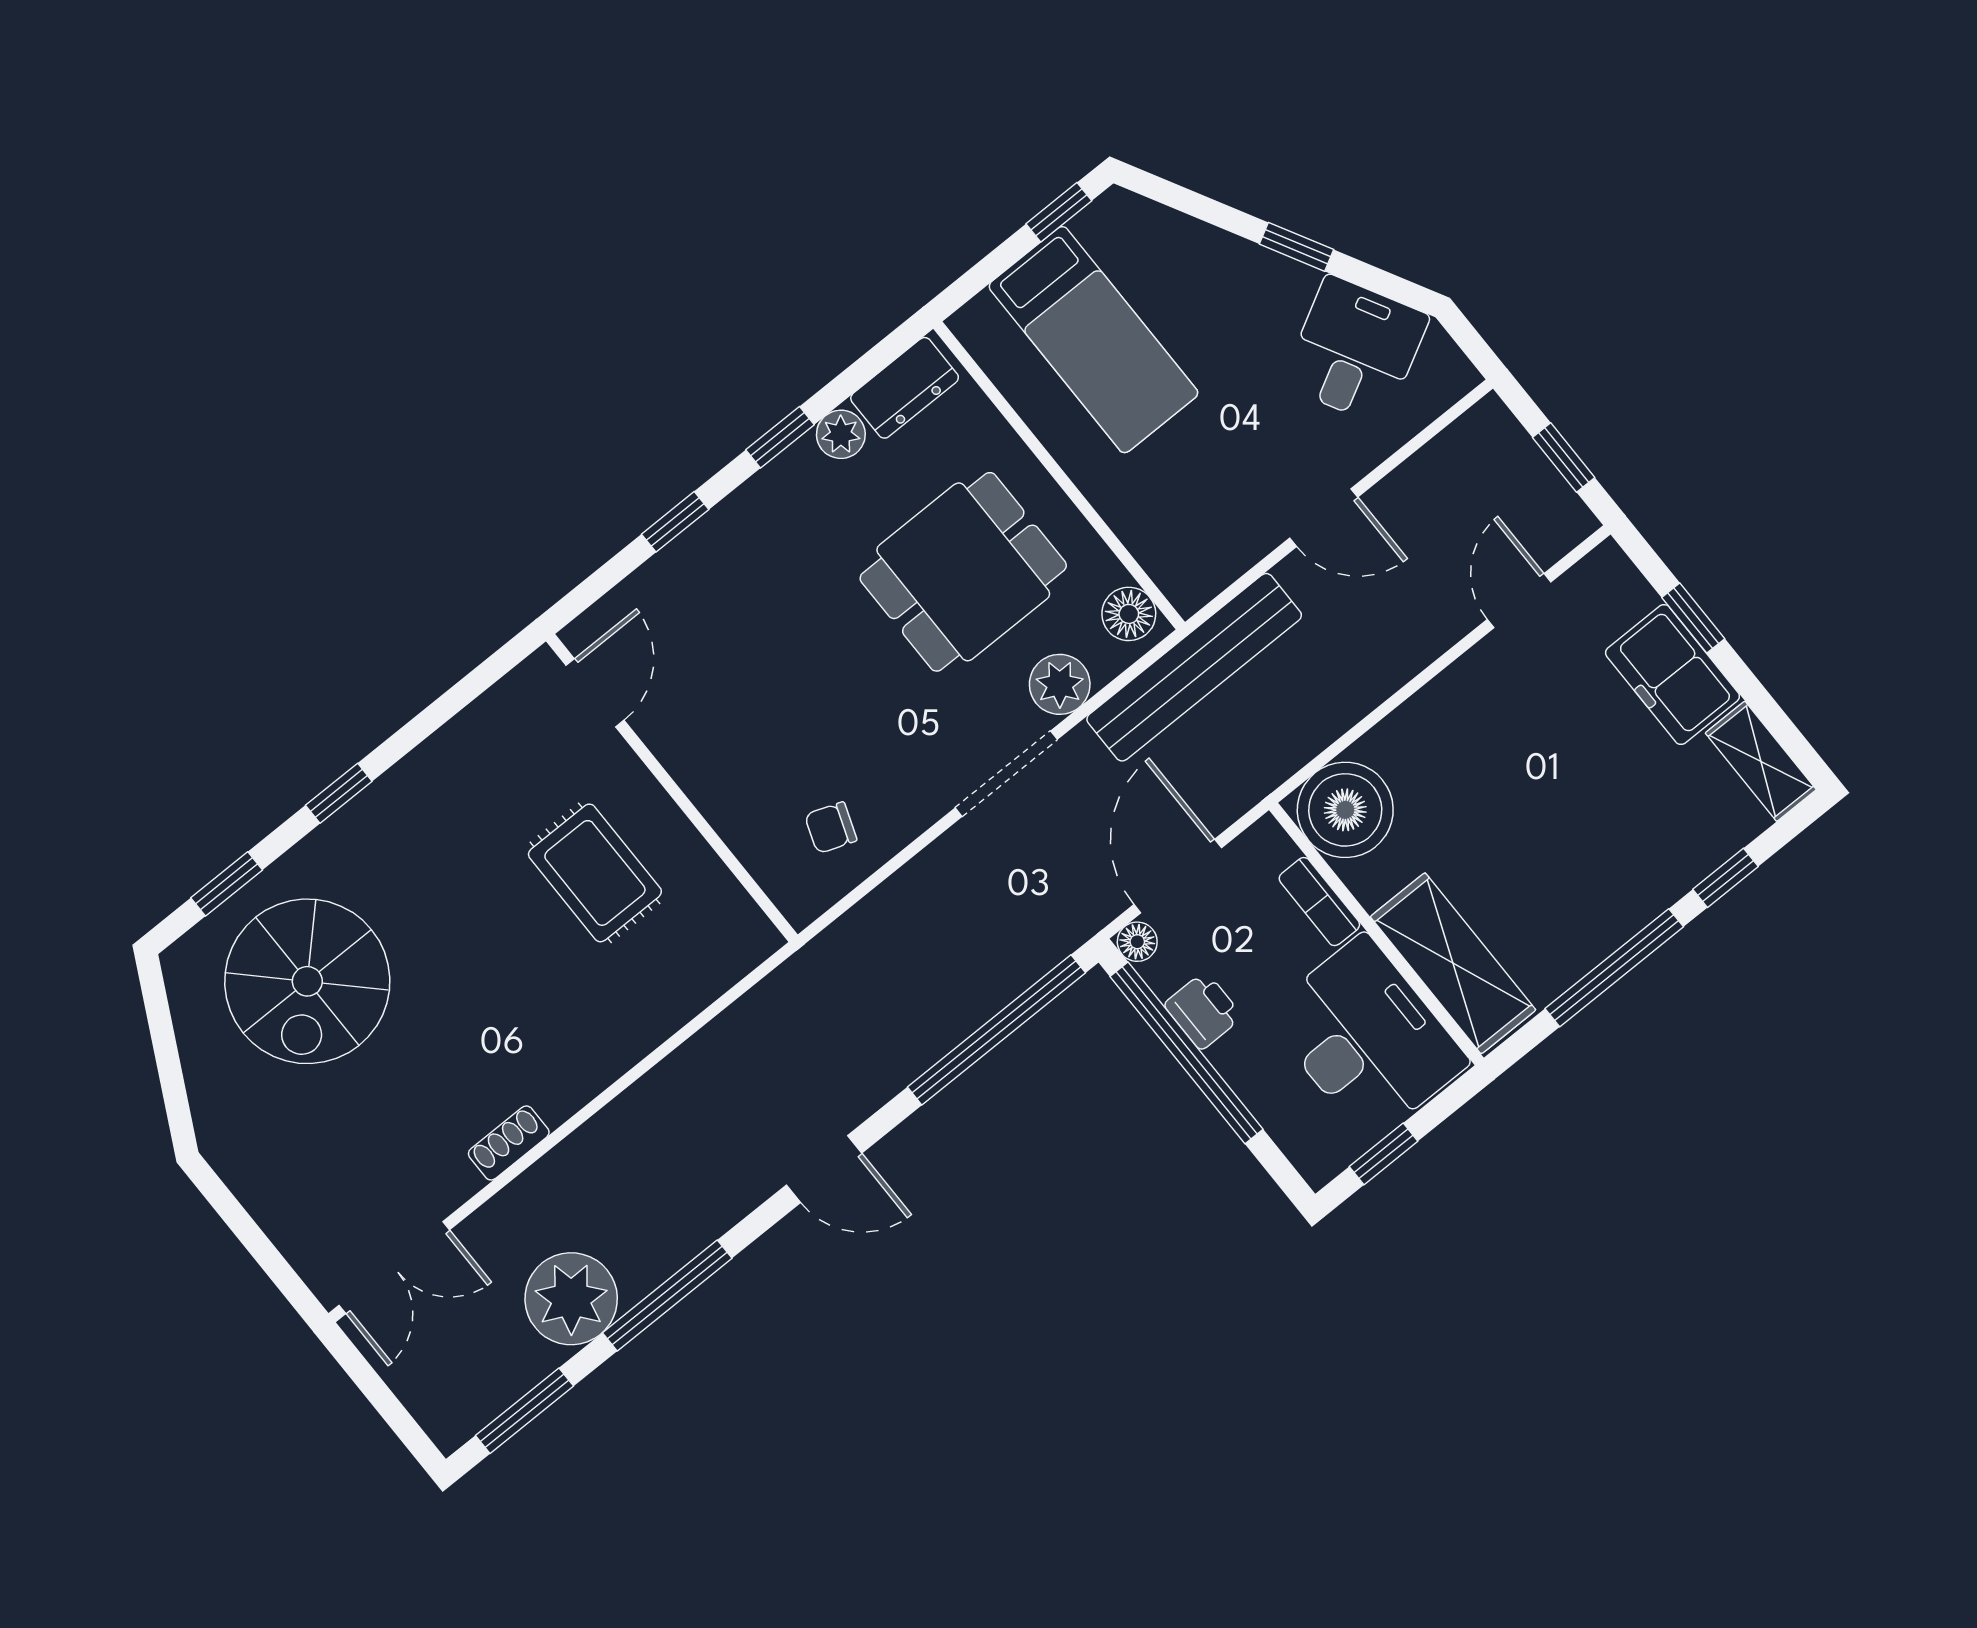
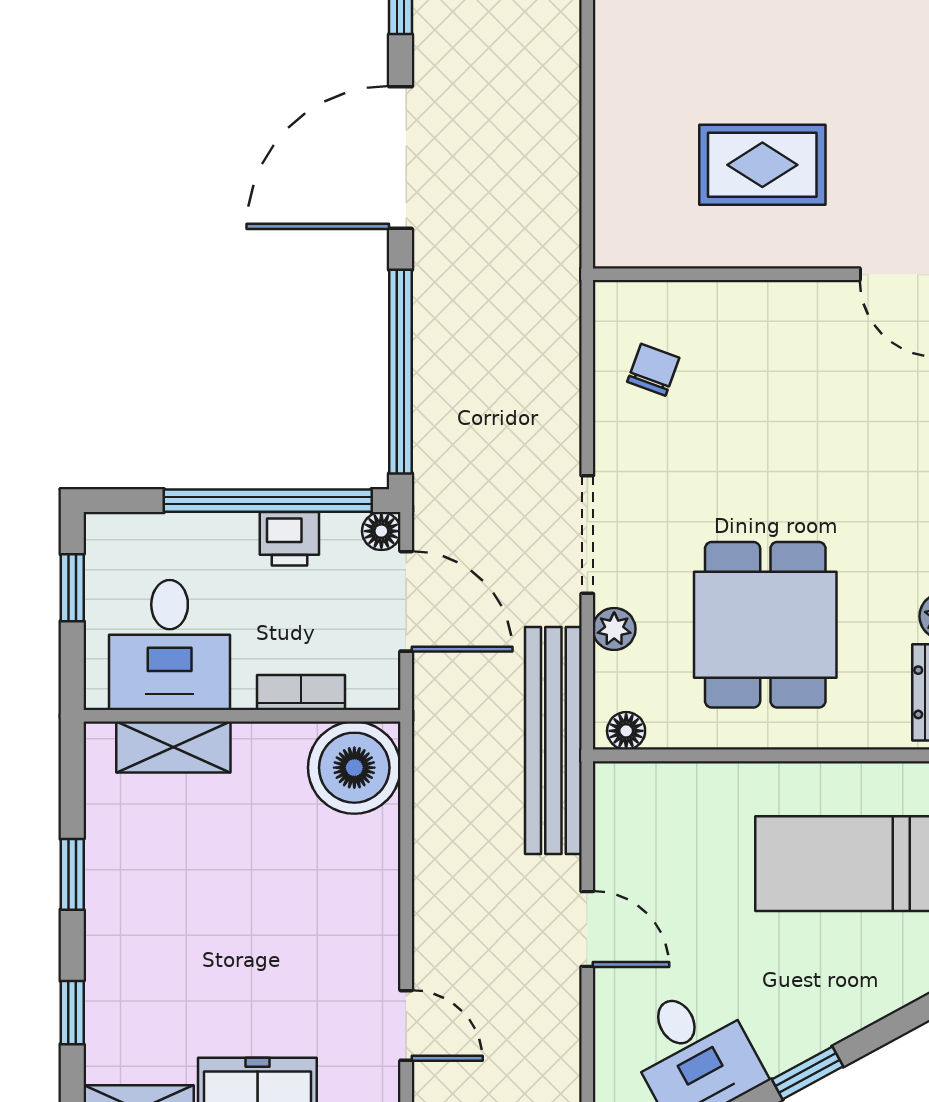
door: (1324, 518) -> (587, 929), swing flipped
floor lamp: (1129, 614) -> (626, 731), width x0.73, depth x0.73
plant: (1060, 684) -> (614, 629), width x0.73, depth x0.73
shelving: (1453, 963) -> (173, 747), width x0.67, depth x0.75
window: (1614, 968) -> (72, 874), width x0.46
desk: (1366, 1038) -> (170, 645), width x0.73
door: (824, 1169) -> (400, 158), width x1.88

